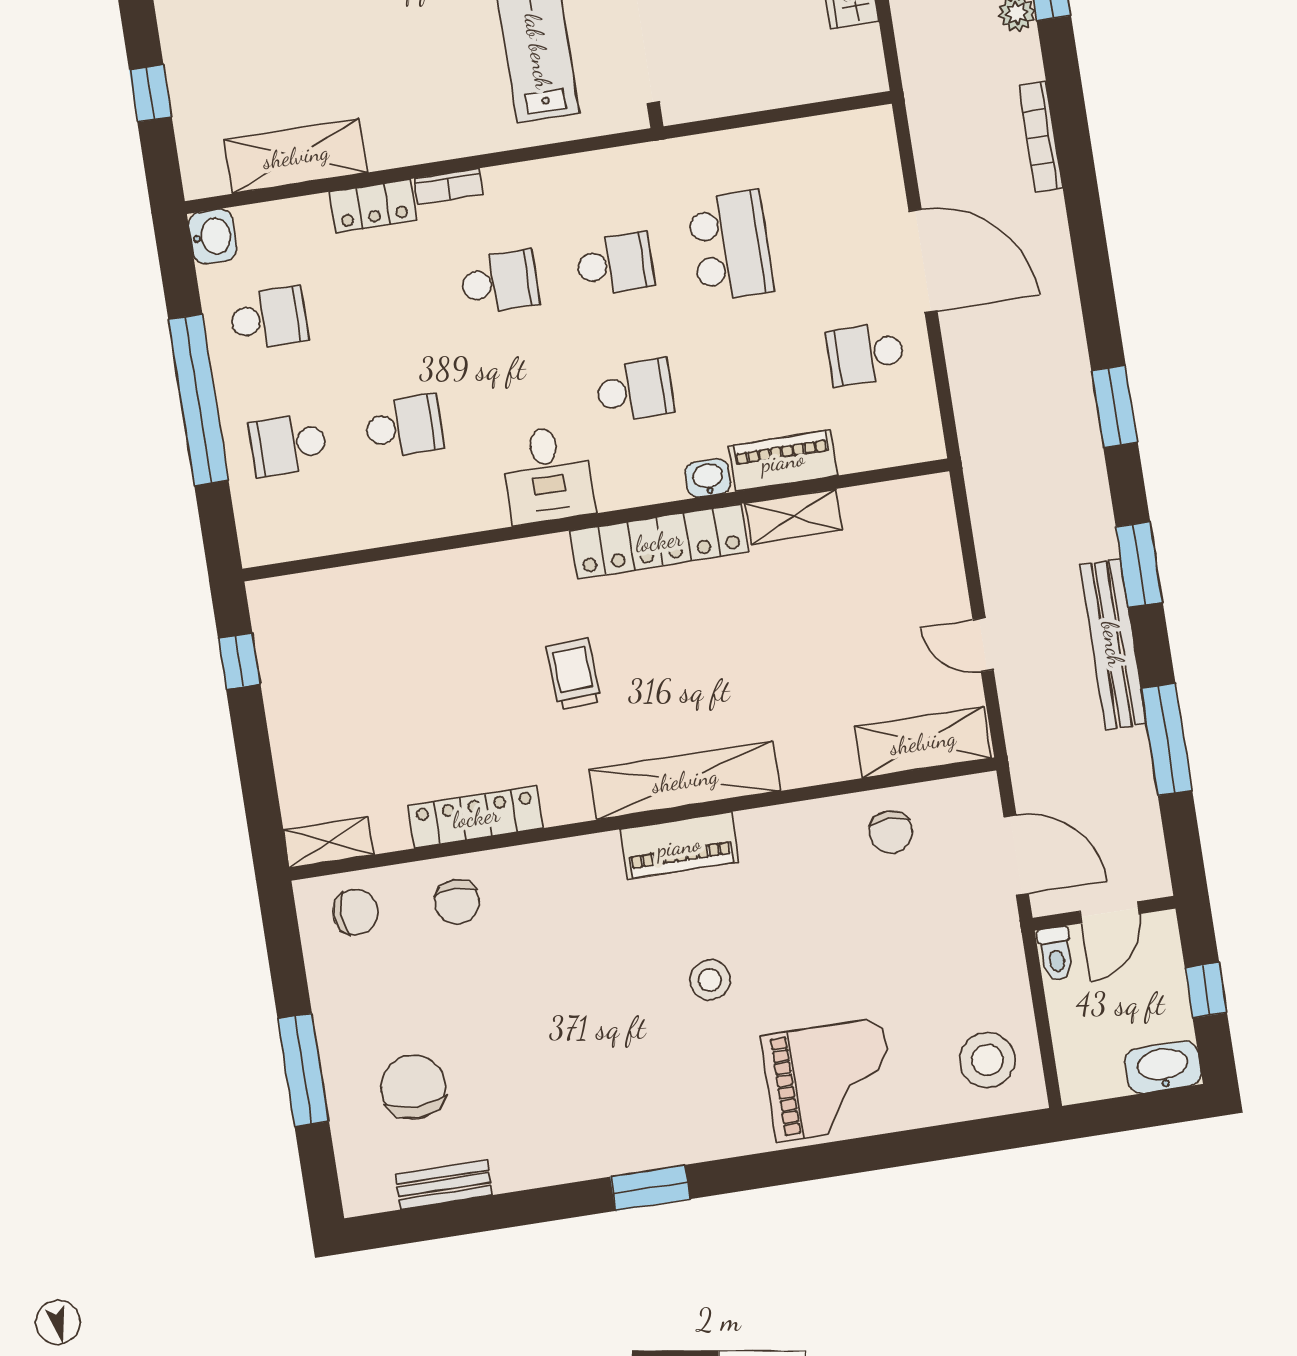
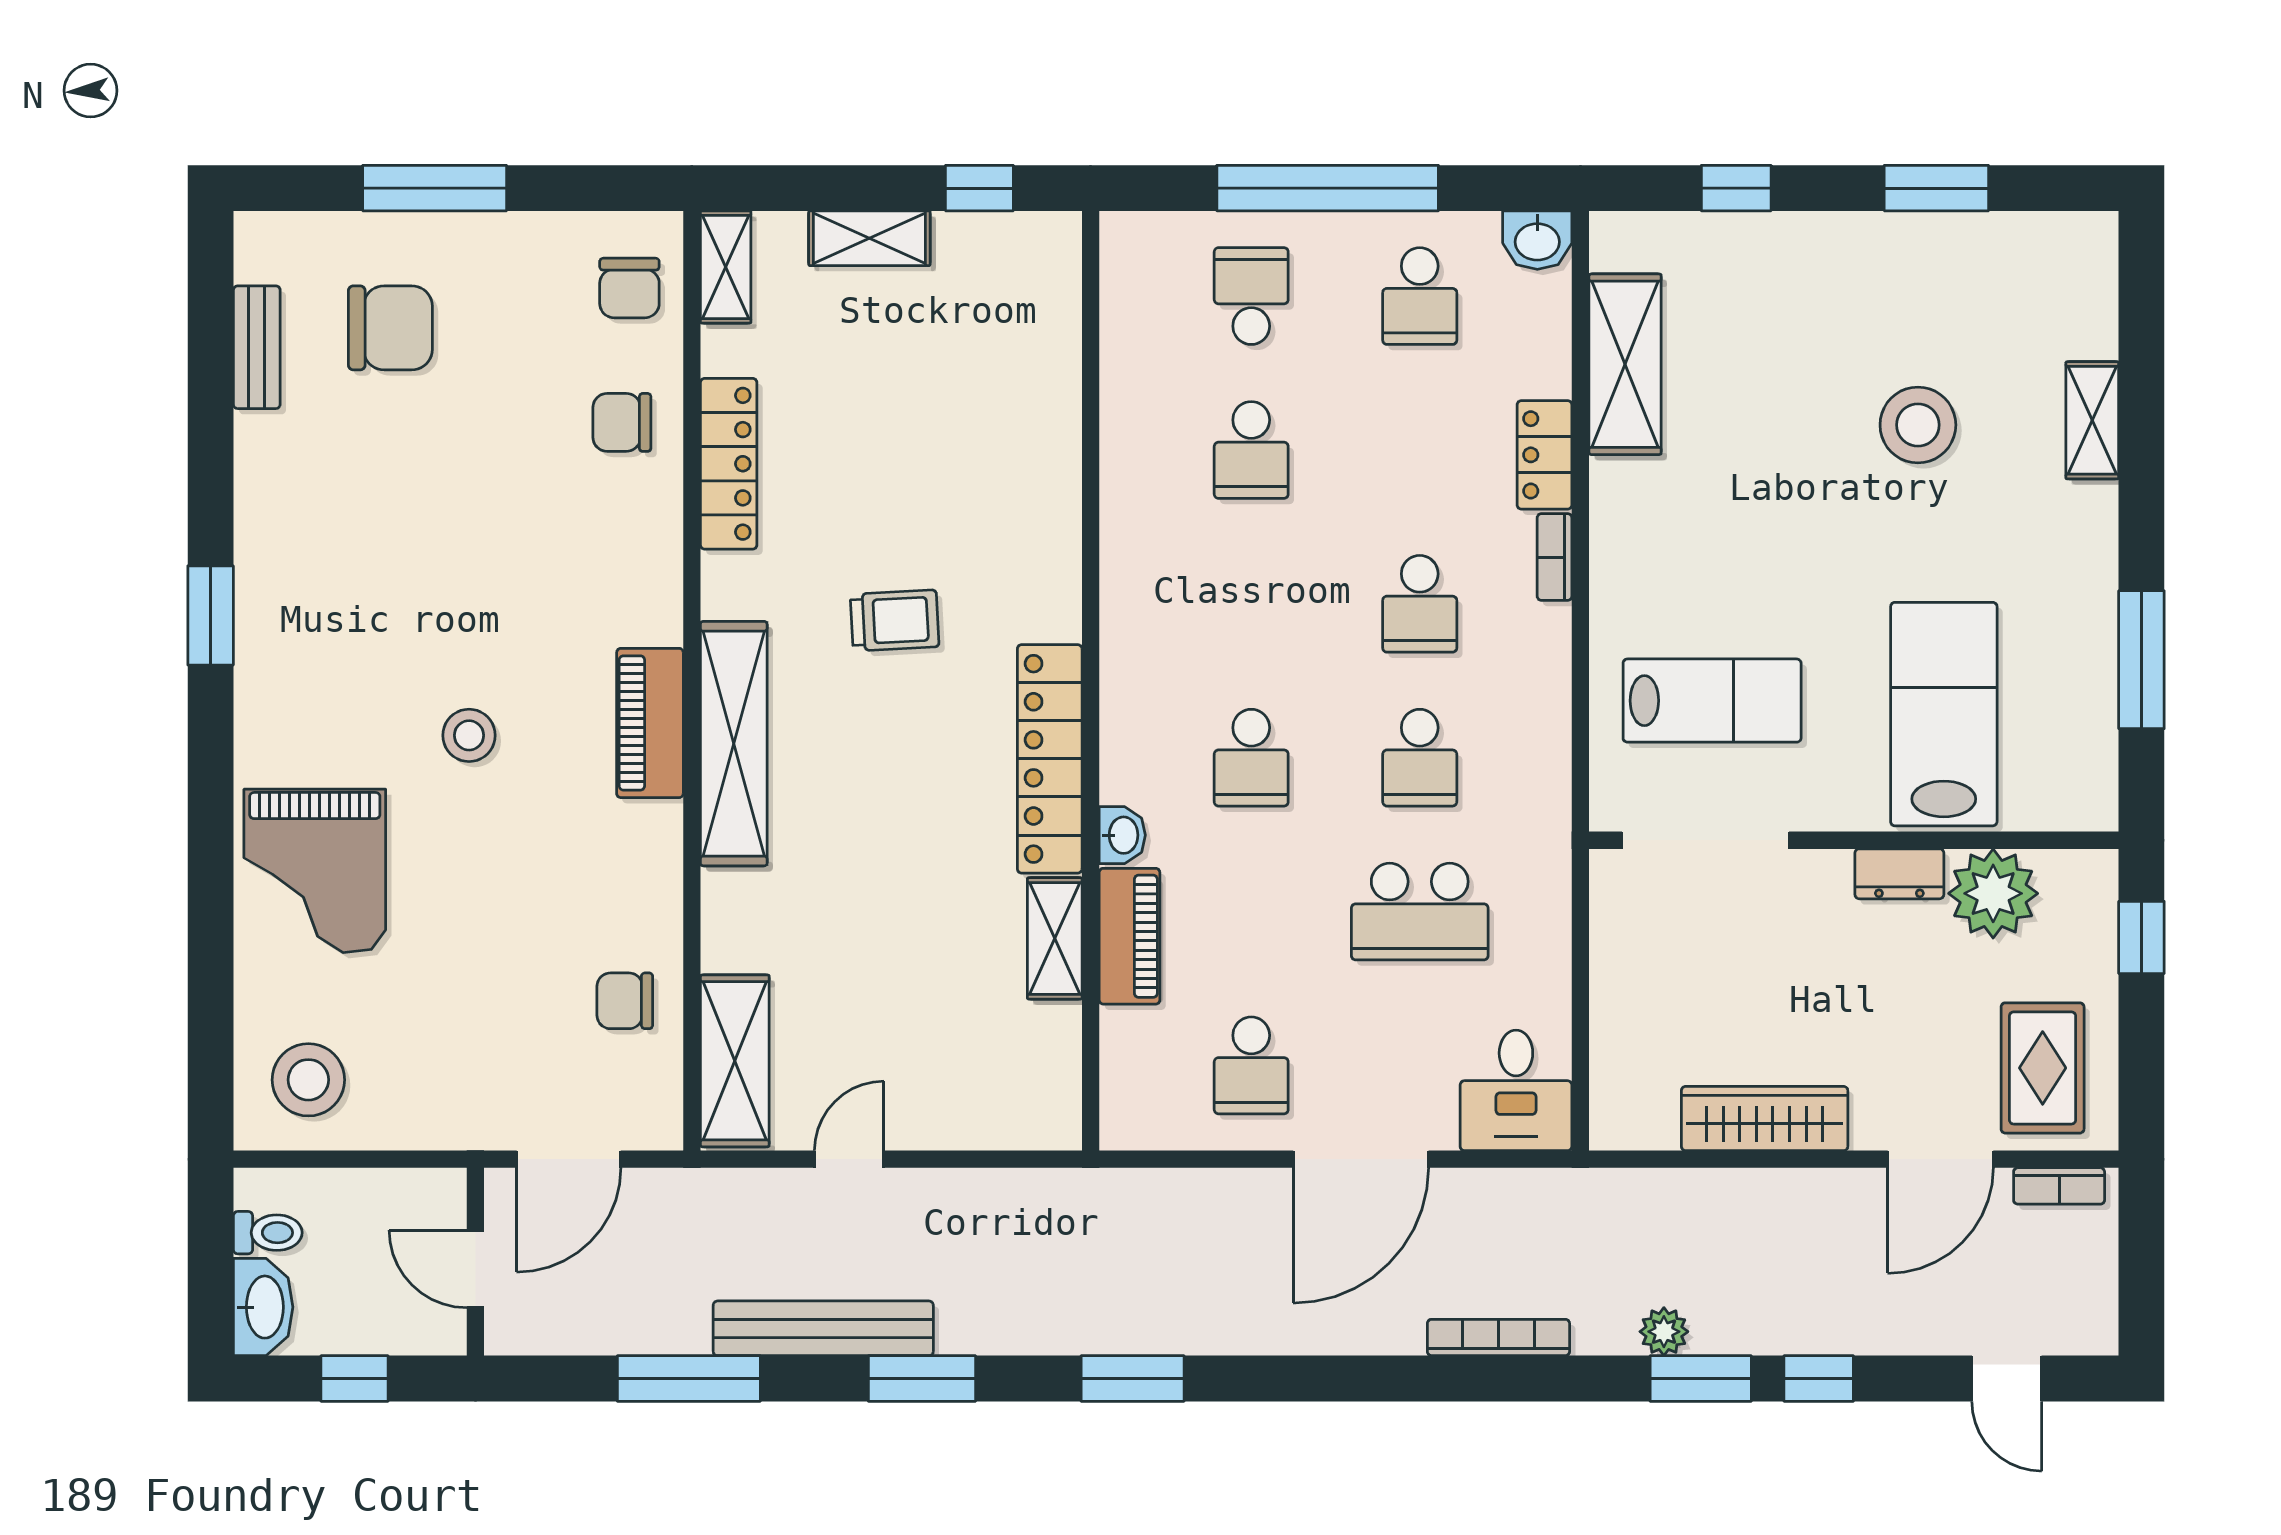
school desk: (866, 354) -> (1251, 1065), turned 180
desk: (548, 475) -> (1516, 1090), moved, turned -90
shelving: (290, 738) -> (869, 238), added
toilet: (1056, 954) -> (268, 1233), moved, turned 180

